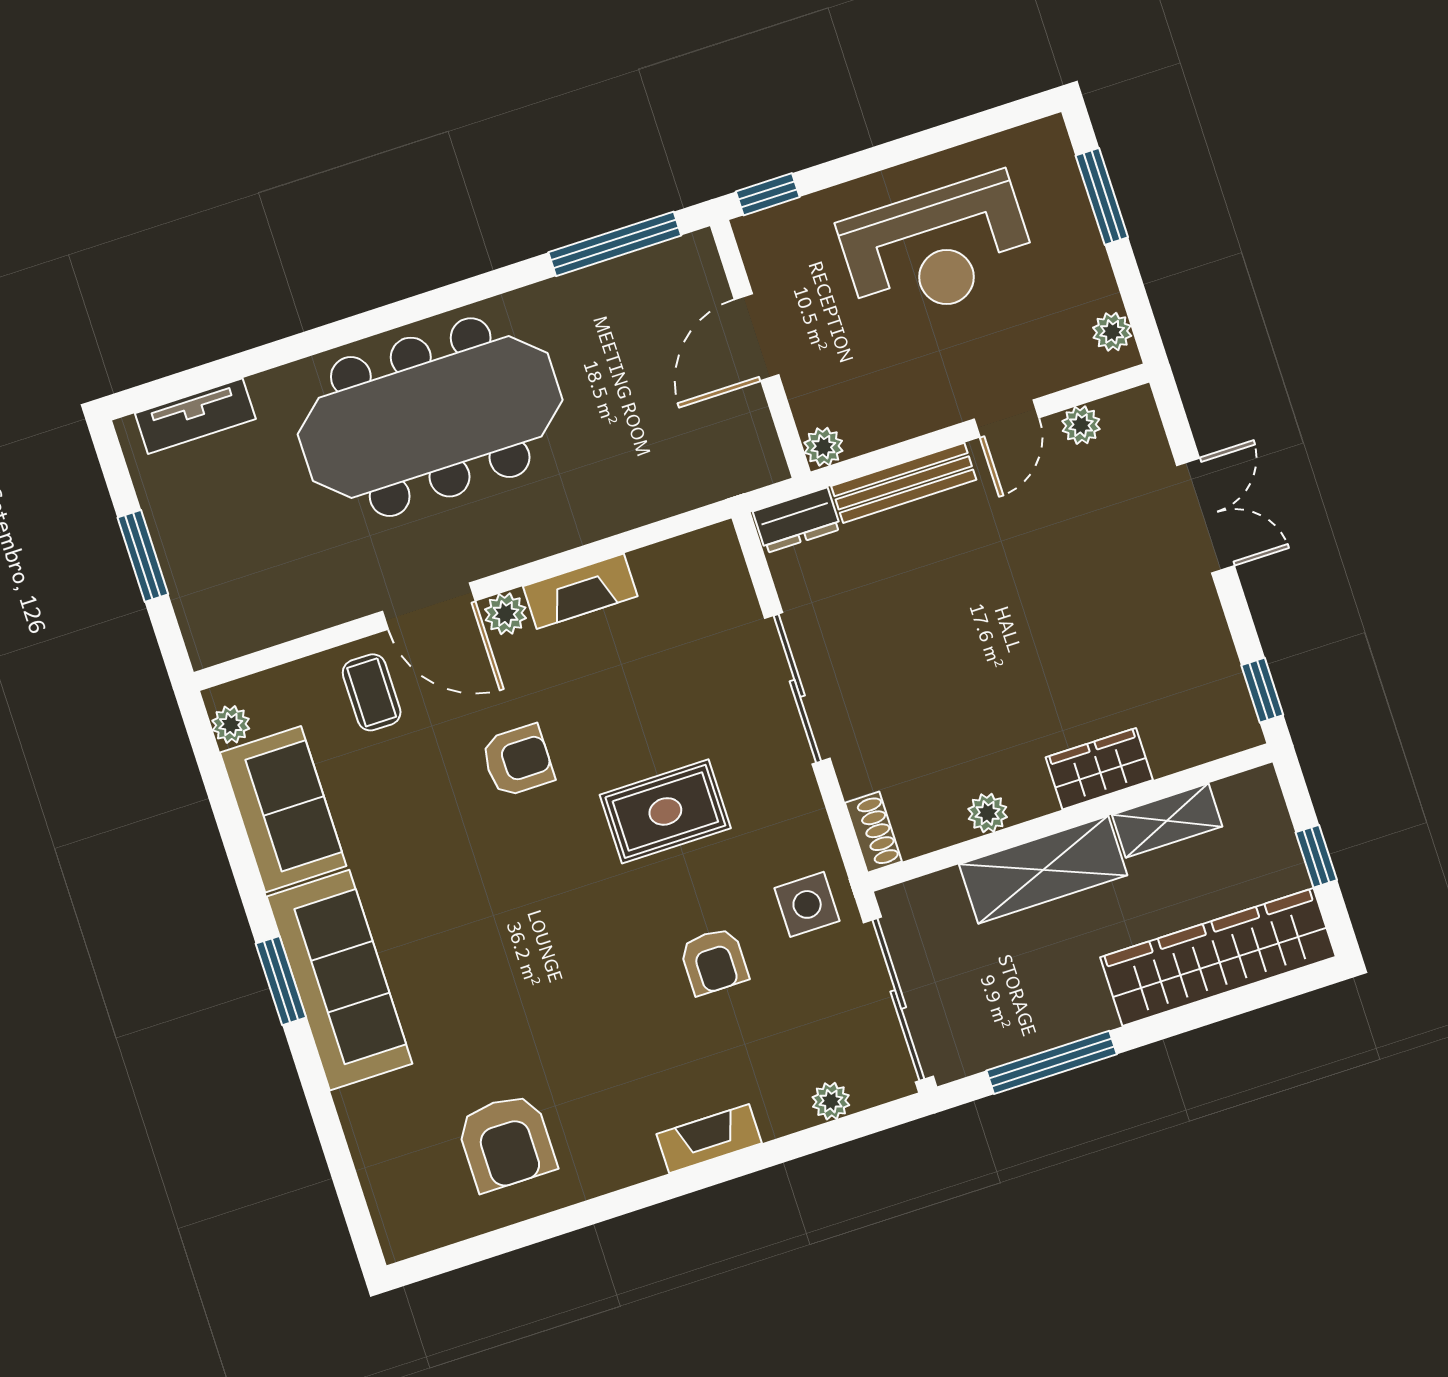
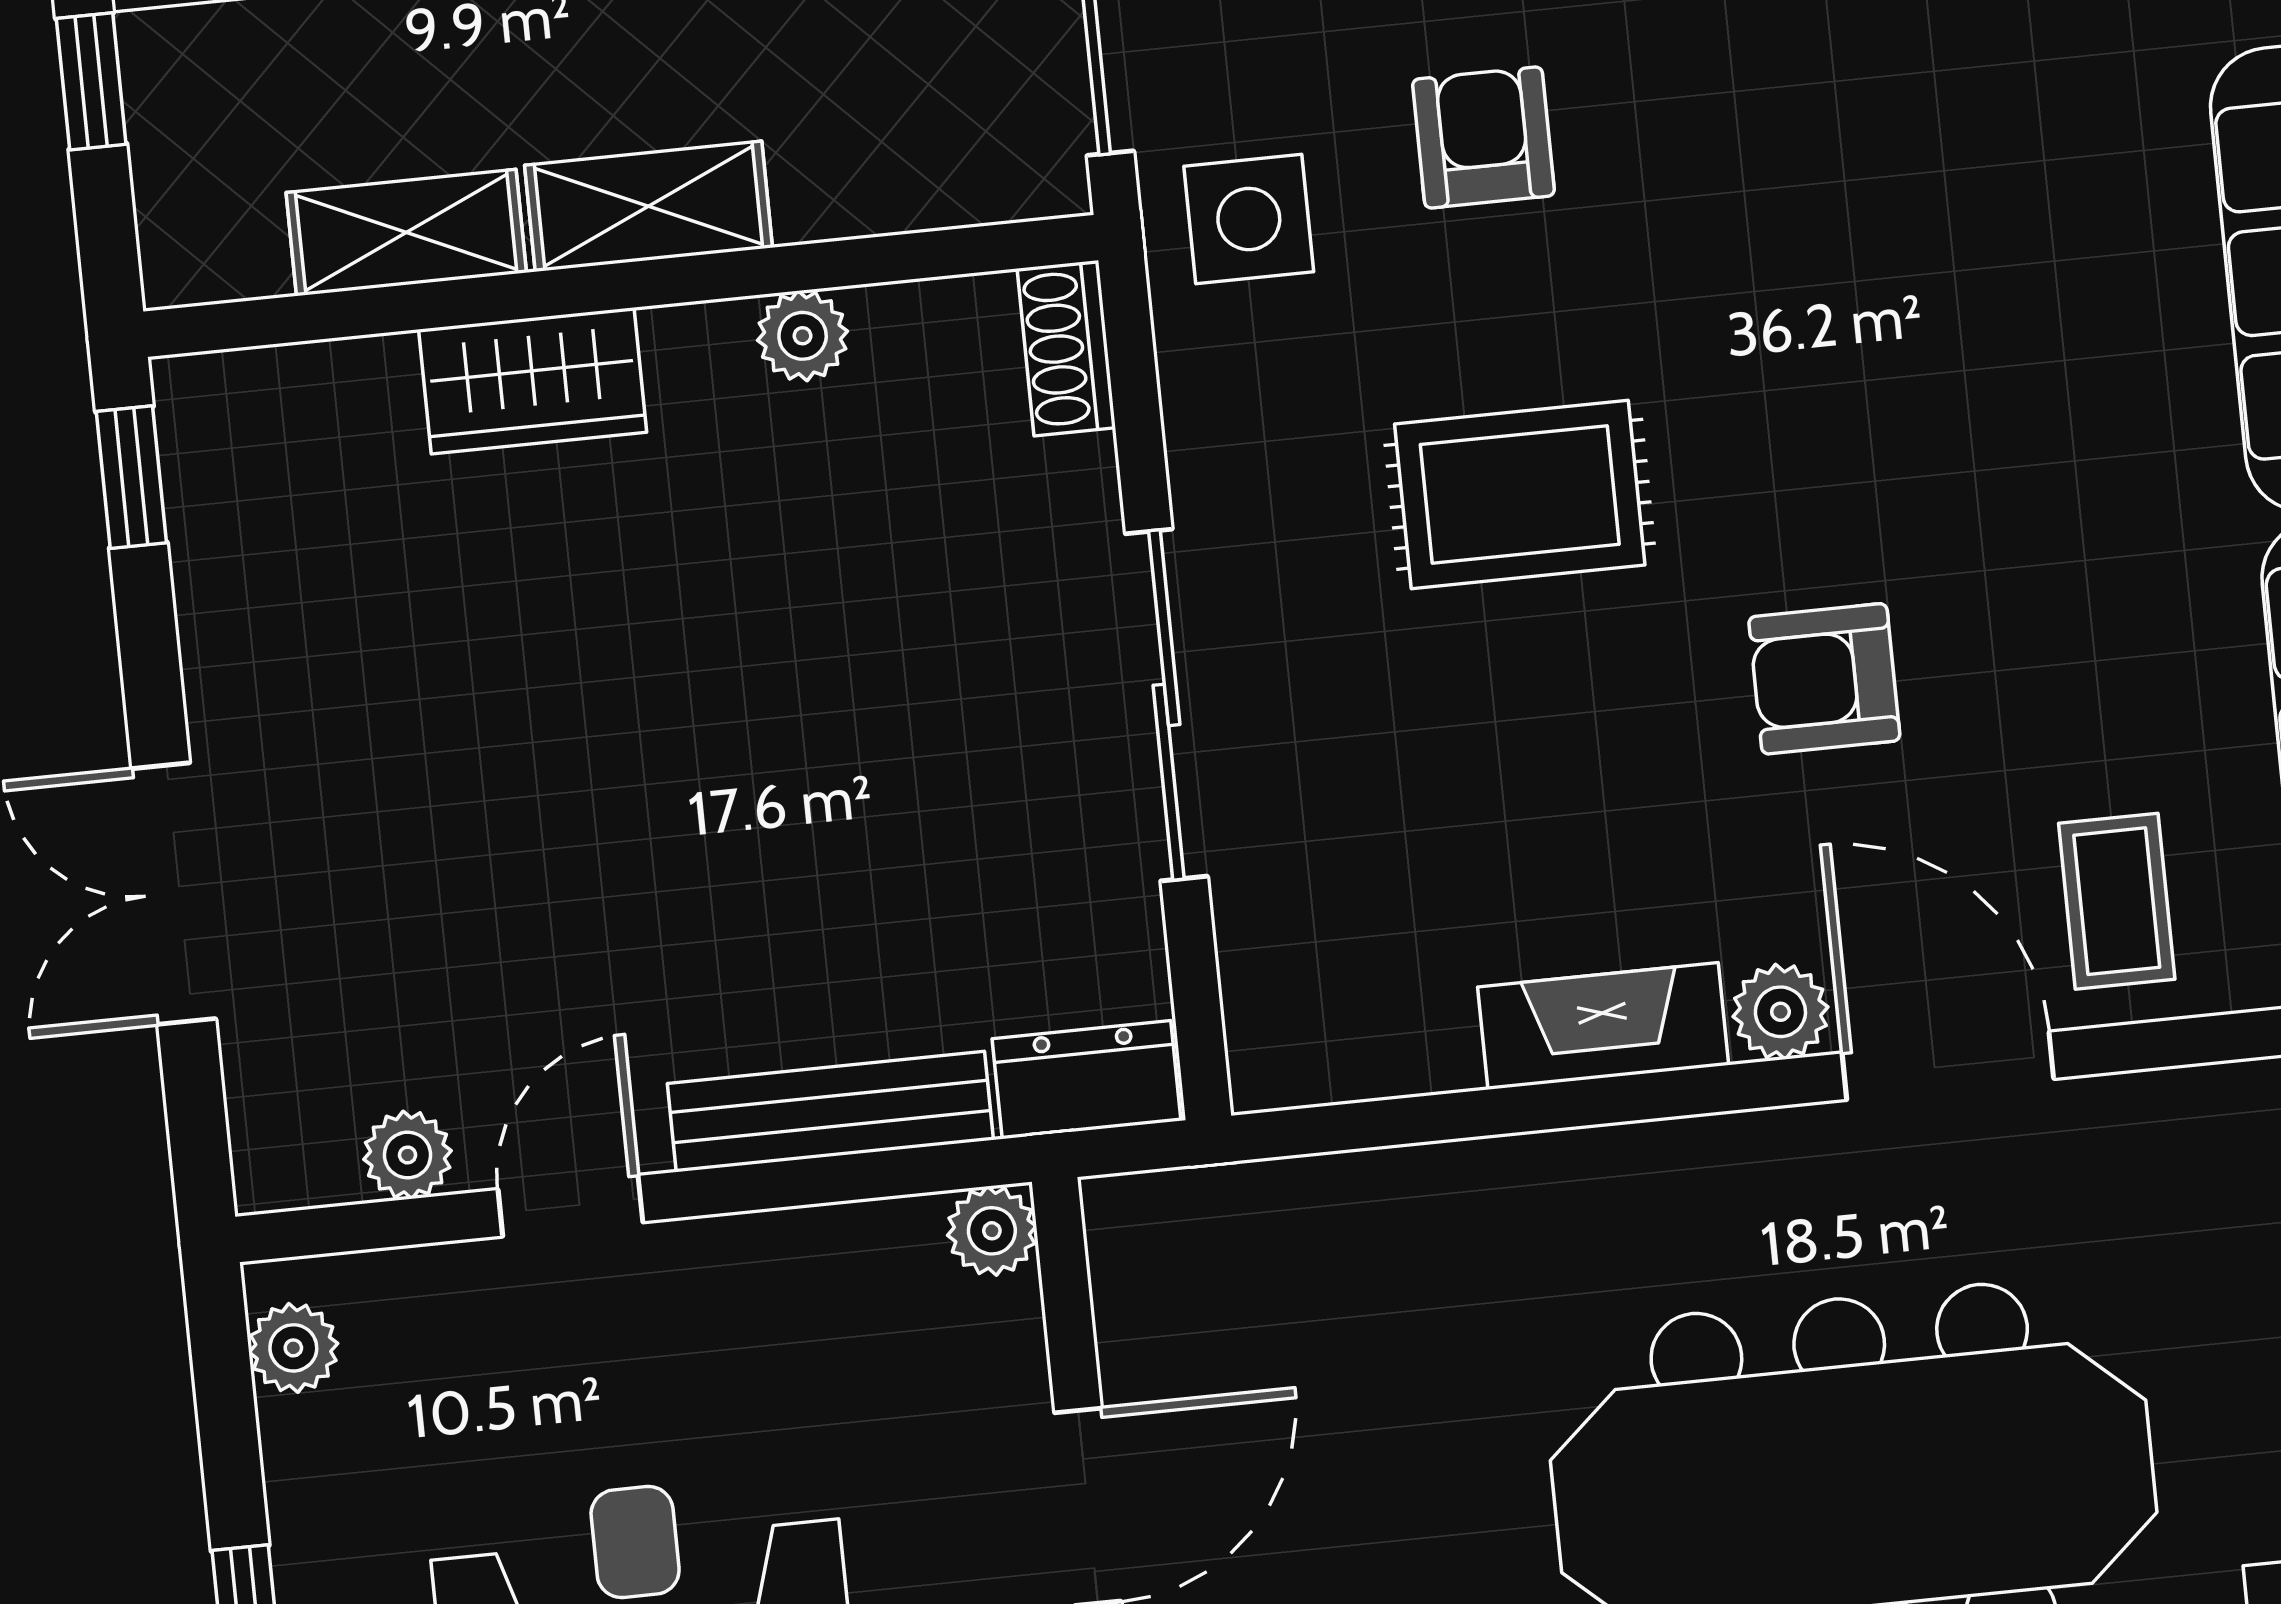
shelving: (1043, 870) -> (649, 206), width x0.67, depth x0.75

